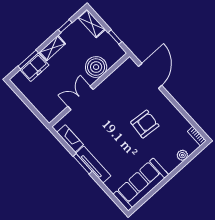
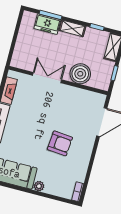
plant: (182, 155) -> (39, 186), moved

